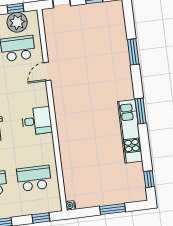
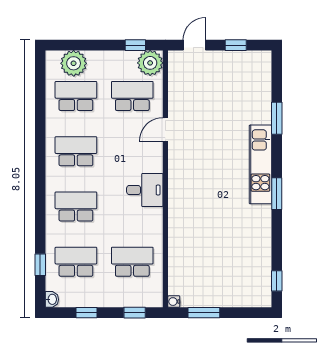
plant: (17, 22) -> (150, 63), moved
kitchen unit: (130, 131) -> (260, 164), moved
window: (113, 209) -> (204, 313), moved

